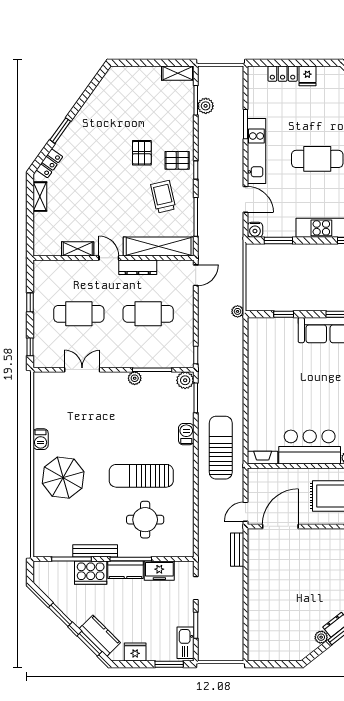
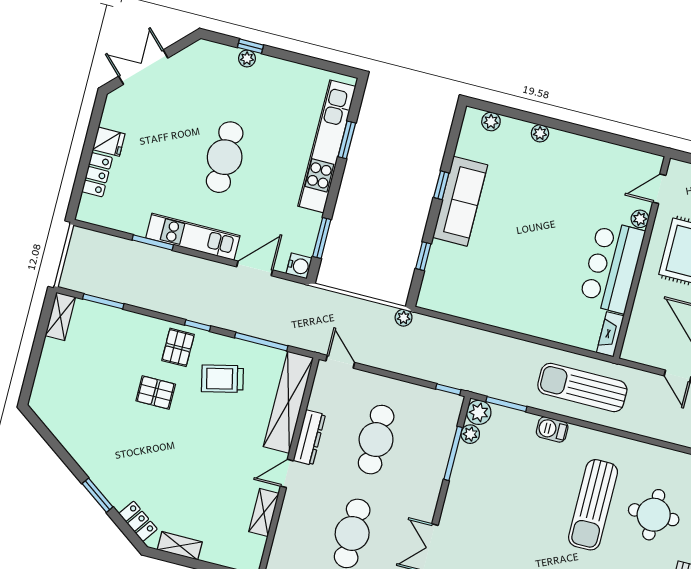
plant: (206, 106) -> (114, 290), removed
plant: (135, 378) -> (470, 434), moved

